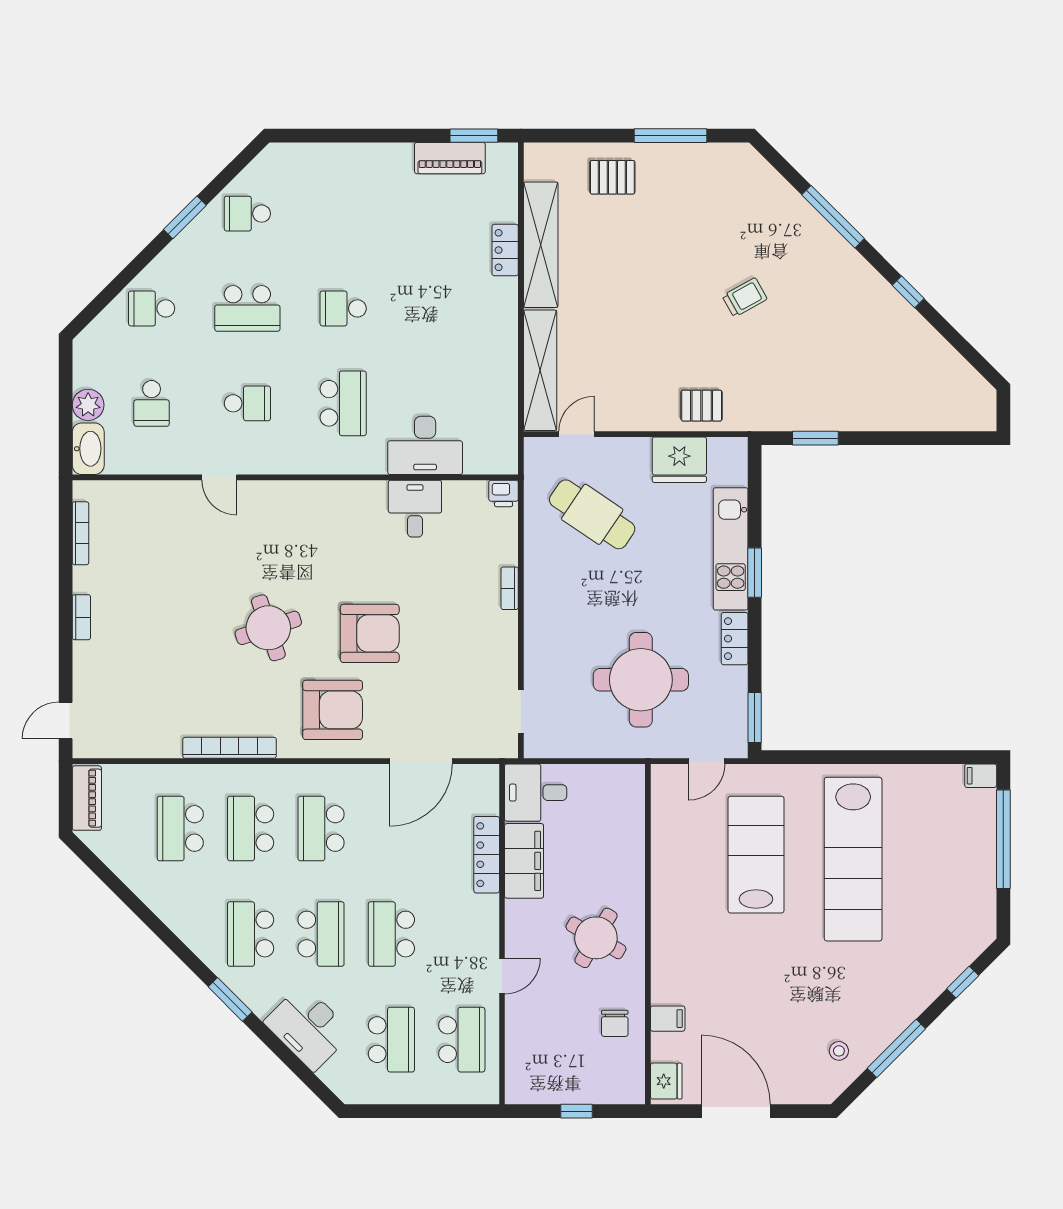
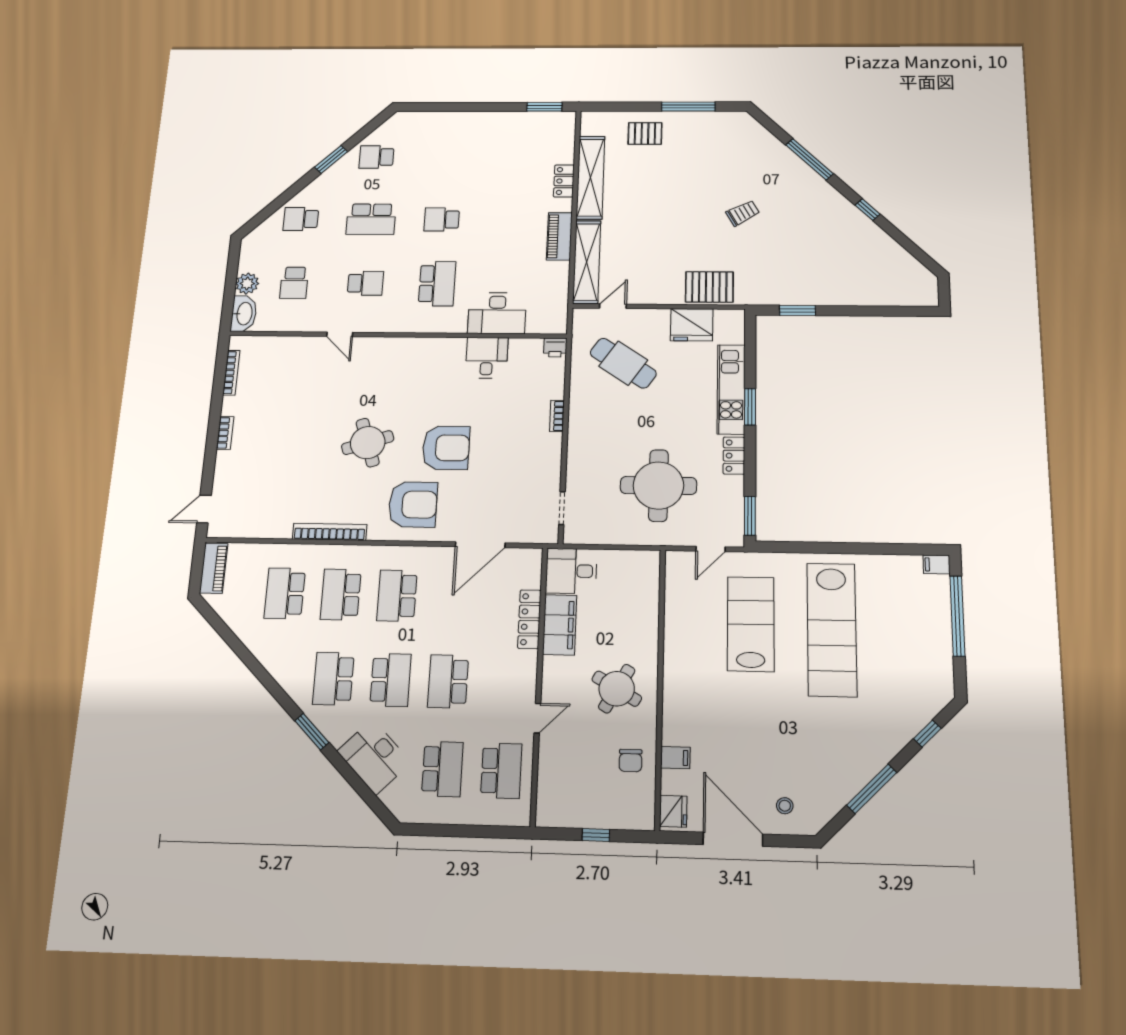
piano: (450, 158) -> (559, 236), moved, turned 90
pallet: (702, 406) -> (709, 287), width x1.50, depth x1.42
stool: (839, 1051) -> (785, 806), moved

